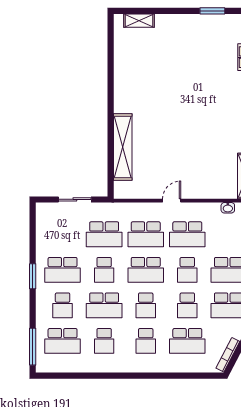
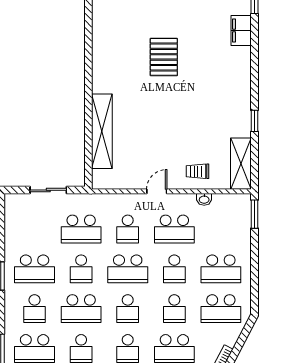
pallet: (178, 81) -> (164, 57), added
trolley: (208, 183) -> (198, 171), added
washbasin: (228, 208) -> (204, 199), moved
school desk: (146, 234) -> (128, 229), width x0.54

